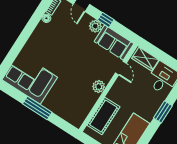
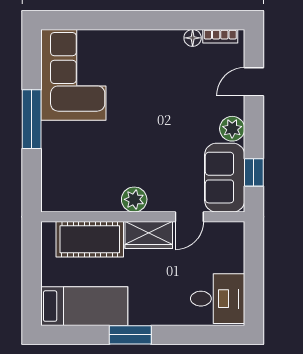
window: (106, 20) -> (254, 172), moved
wardrobe: (145, 59) -> (149, 235), moved, turned -90
window: (163, 112) -> (130, 335), moved

